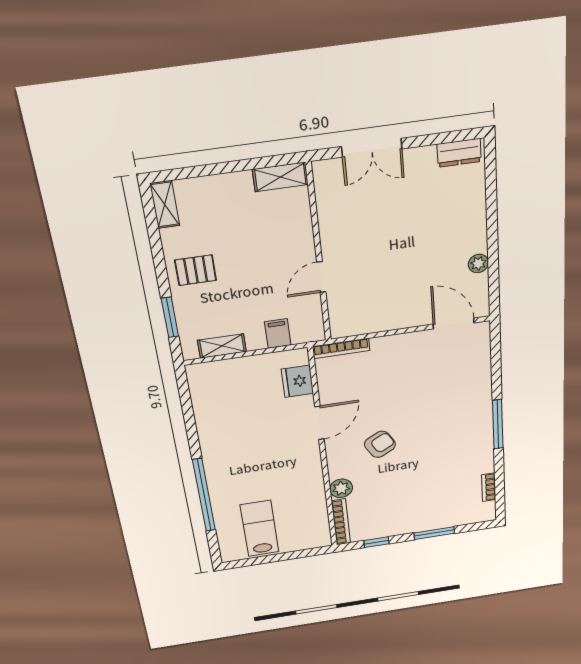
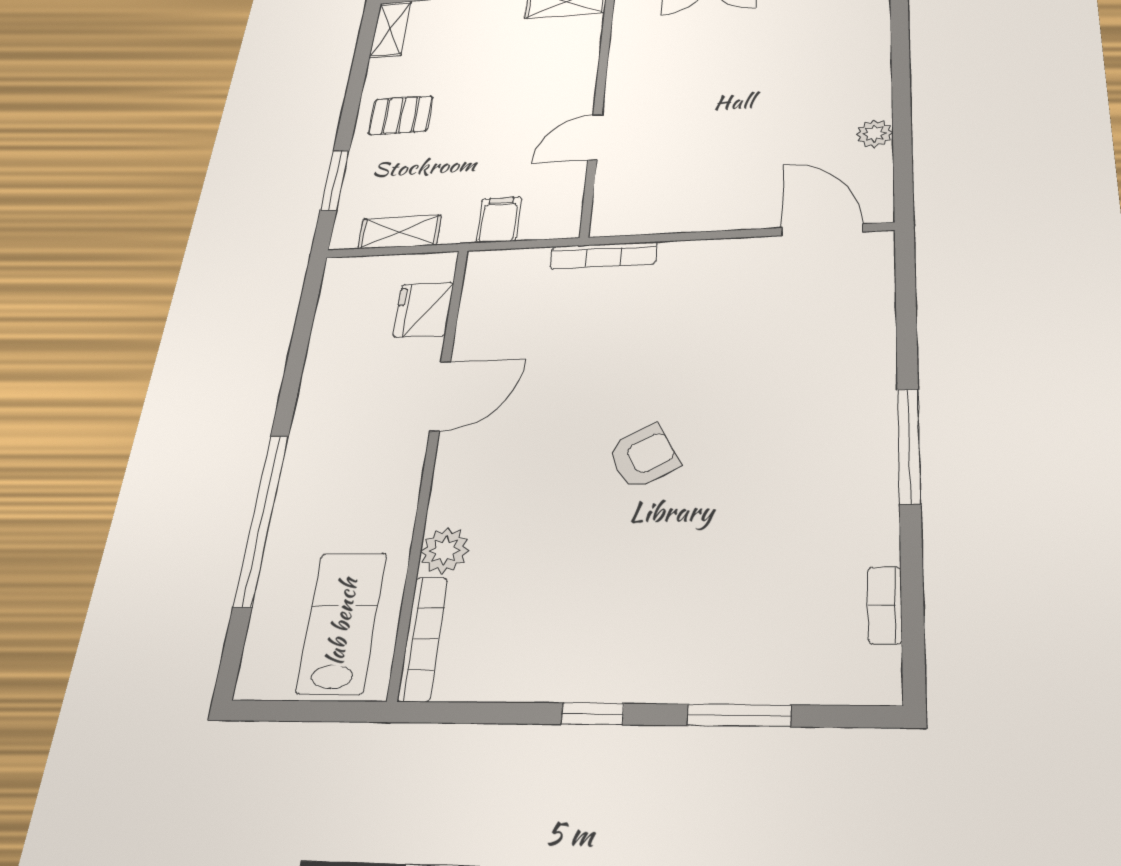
fridge: (297, 381) -> (423, 310), moved
door: (319, 423) -> (440, 396), moved
wall: (323, 451) -> (430, 457), moved
plant: (341, 488) -> (445, 551), moved
bookcase: (341, 522) -> (423, 639), moved

